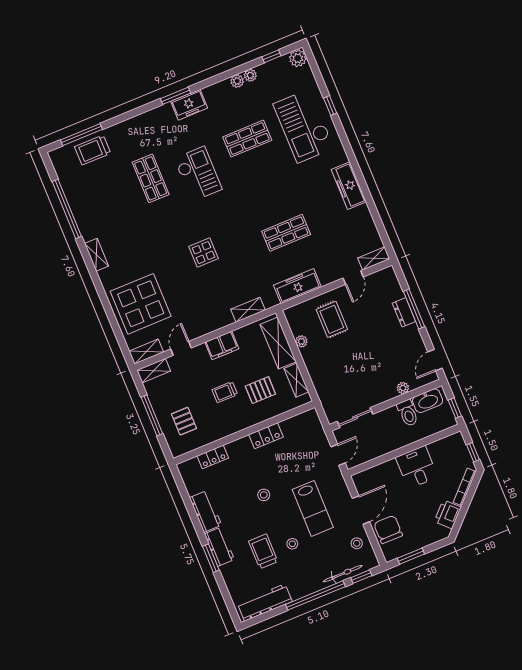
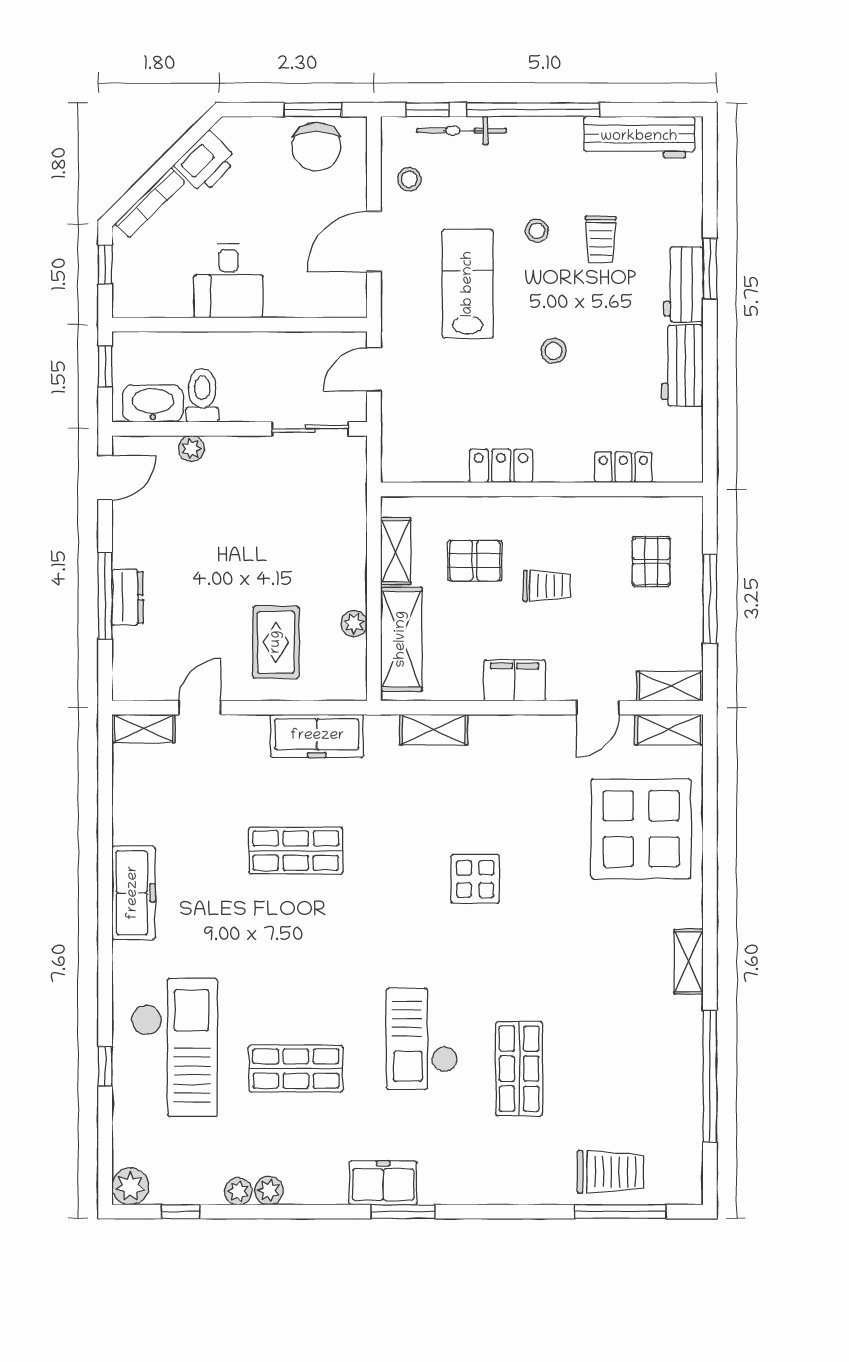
chair: (388, 529) -> (316, 147), moved
trolley: (263, 551) -> (601, 239), width x0.73, depth x0.72

